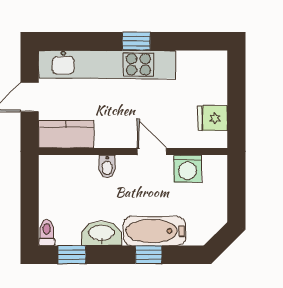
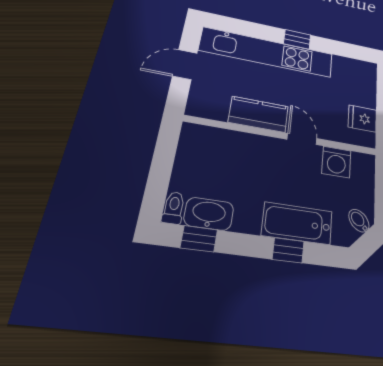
kitchen counter: (66, 134) -> (259, 114), moved
bidet: (107, 166) -> (359, 221), moved, turned 135
washbasin: (102, 234) -> (209, 214), moved

